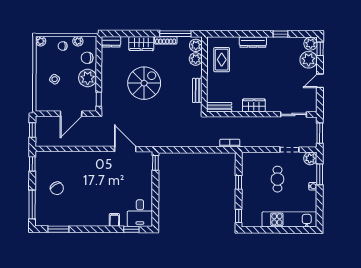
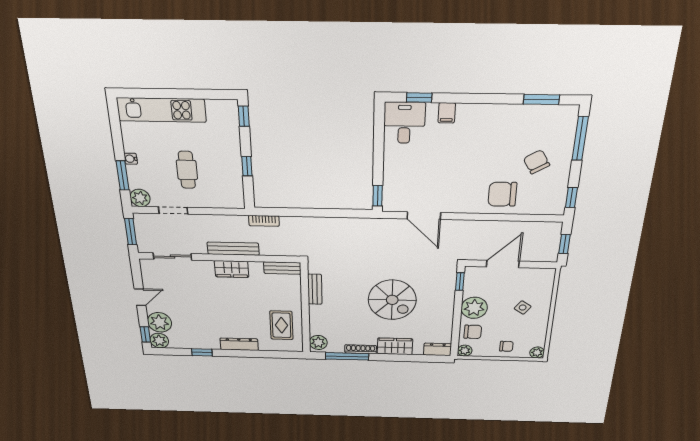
plant: (78, 41) -> (465, 351), moved
plant: (196, 59) -> (318, 327), removed
spiral stairs: (144, 83) -> (392, 300), turned -90
bench: (252, 121) -> (233, 249), added
chair: (76, 165) -> (502, 194), added

